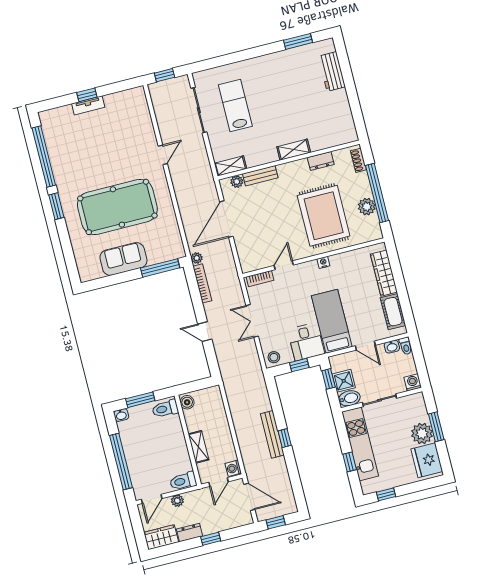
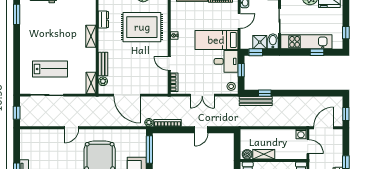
lab bench: (235, 106) -> (50, 69), turned 180
door: (163, 155) -> (71, 128), swing flipped
bench: (272, 434) -> (256, 101), moved
window: (285, 438) -> (265, 93), moved
shelving: (198, 447) -> (264, 154), moved

